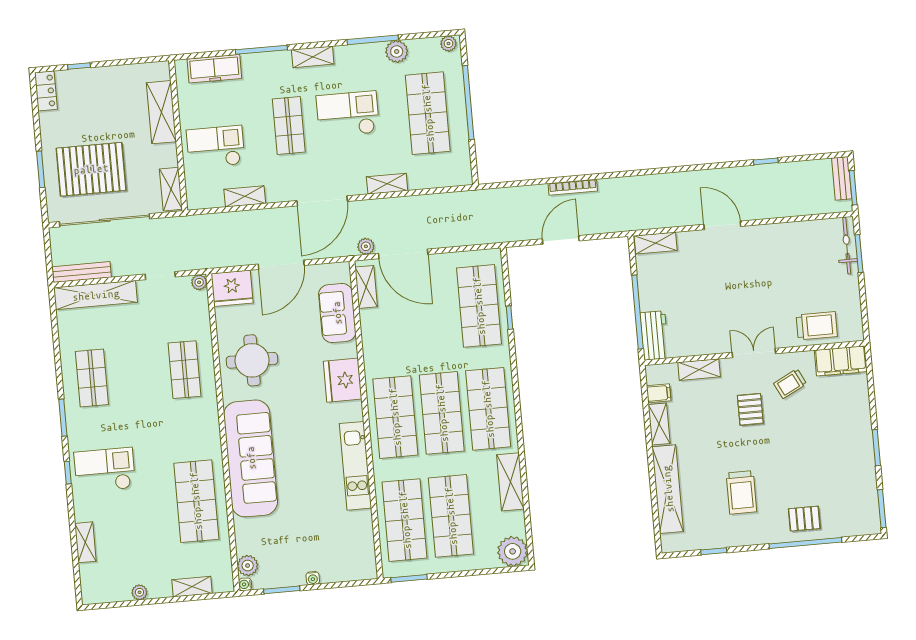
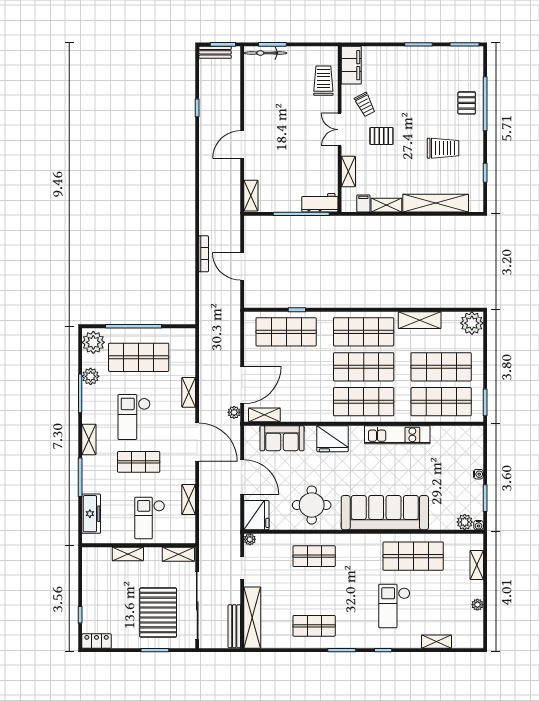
plant: (448, 44) -> (93, 342), width x1.87, depth x1.87
shelving: (161, 112) -> (128, 554), width x0.67, depth x0.75
checkout: (105, 470) -> (394, 606), moved

